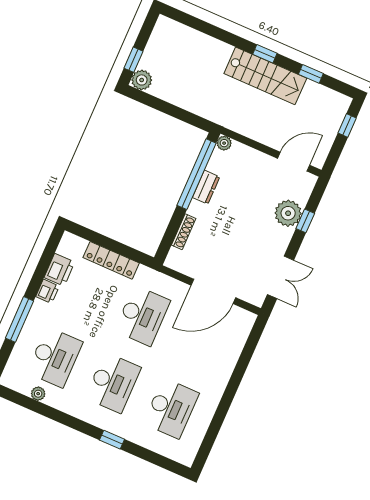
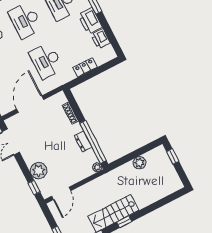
plant: (142, 80) -> (140, 163), moved
window: (305, 221) -> (34, 188), moved
locker: (111, 260) -> (85, 67), width x0.66
printer: (47, 291) -> (90, 21), width x1.87, depth x1.48

